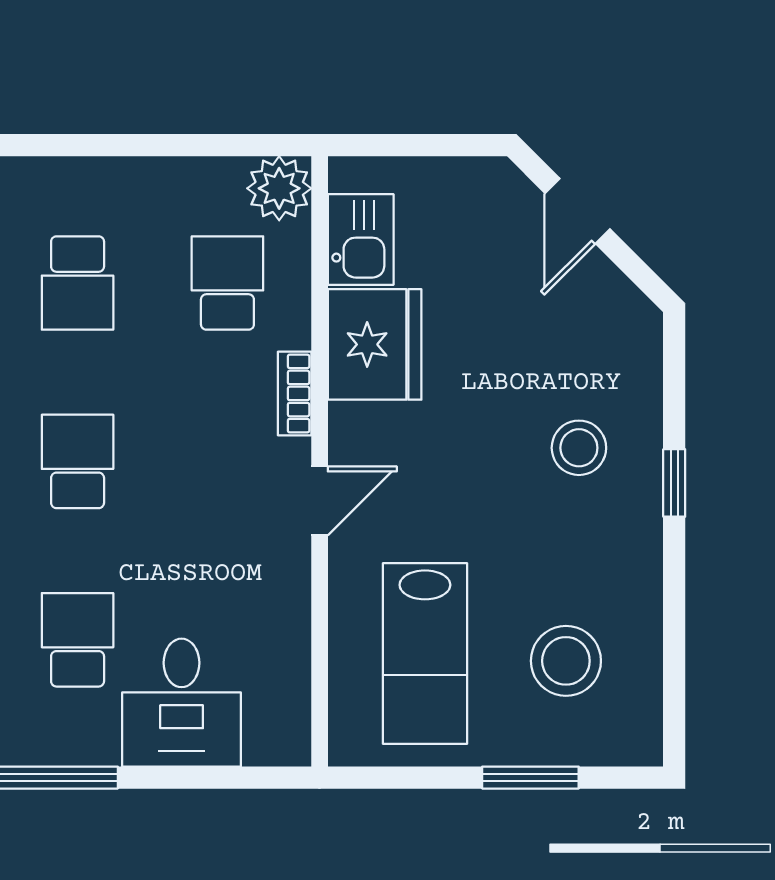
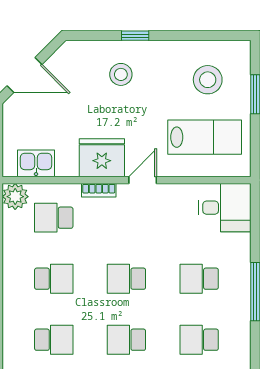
door: (578, 211) -> (24, 75), width x1.38
fridge: (375, 344) -> (102, 158), moved
door: (320, 501) -> (143, 180), hinge flipped
desk: (182, 703) -> (225, 208), moved

